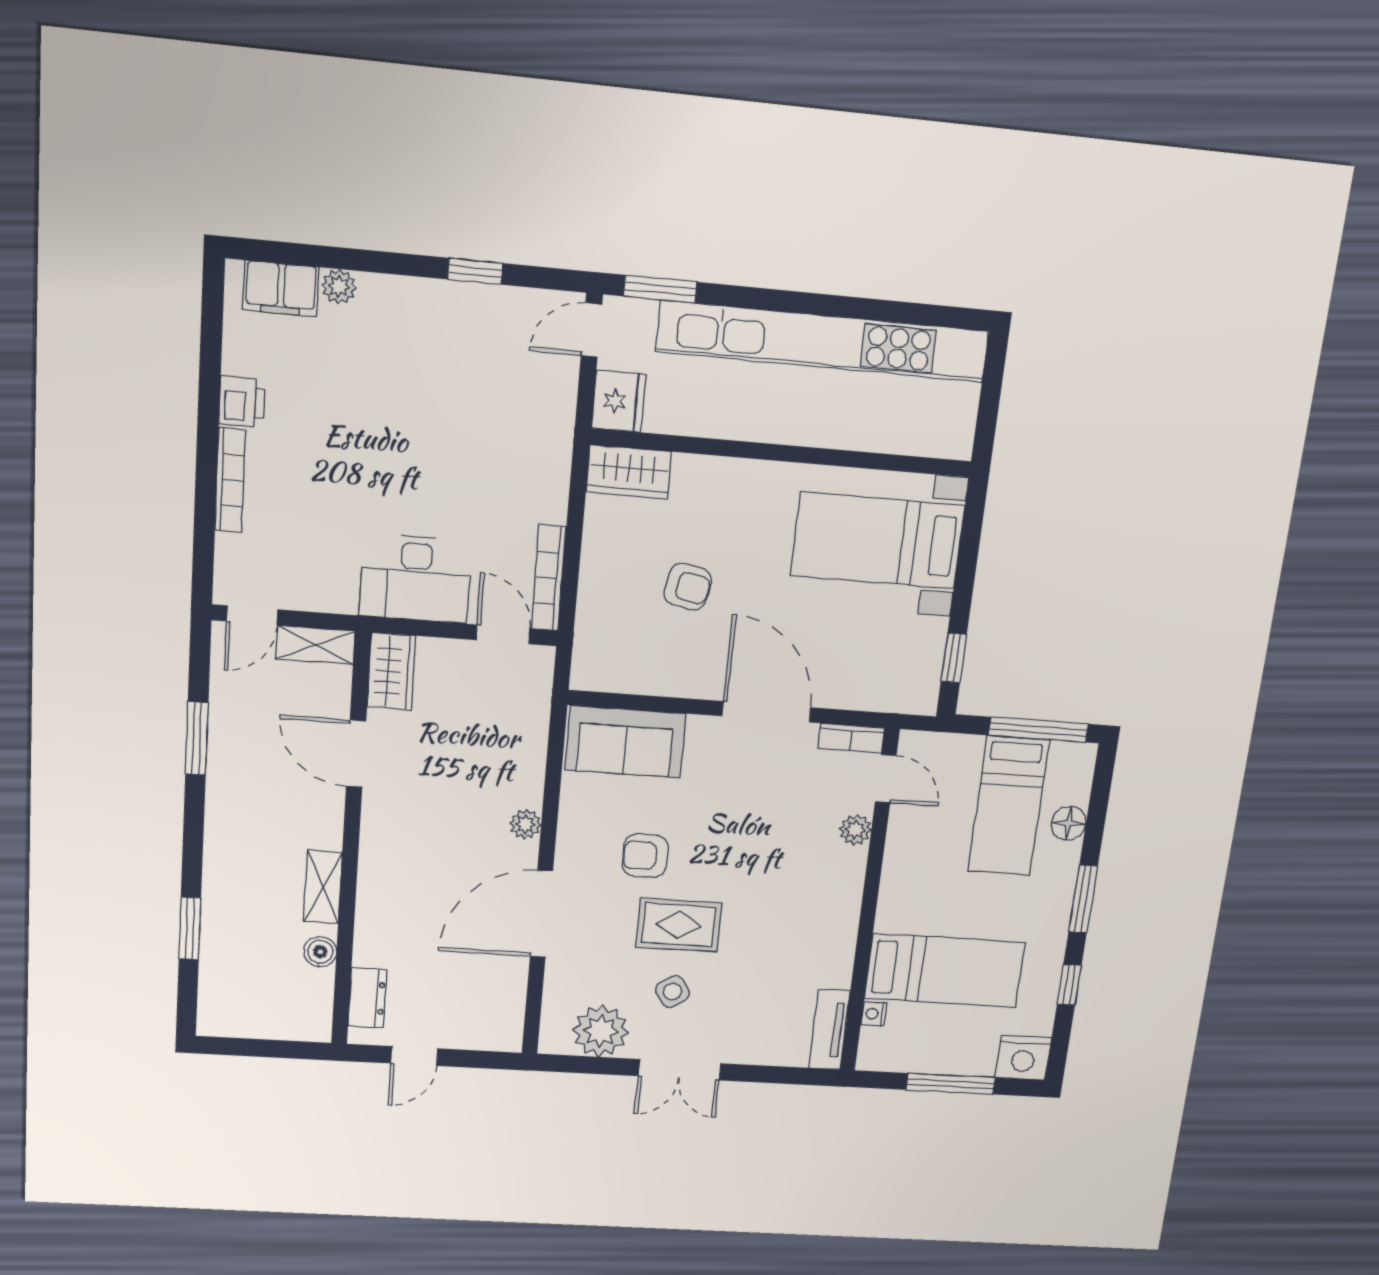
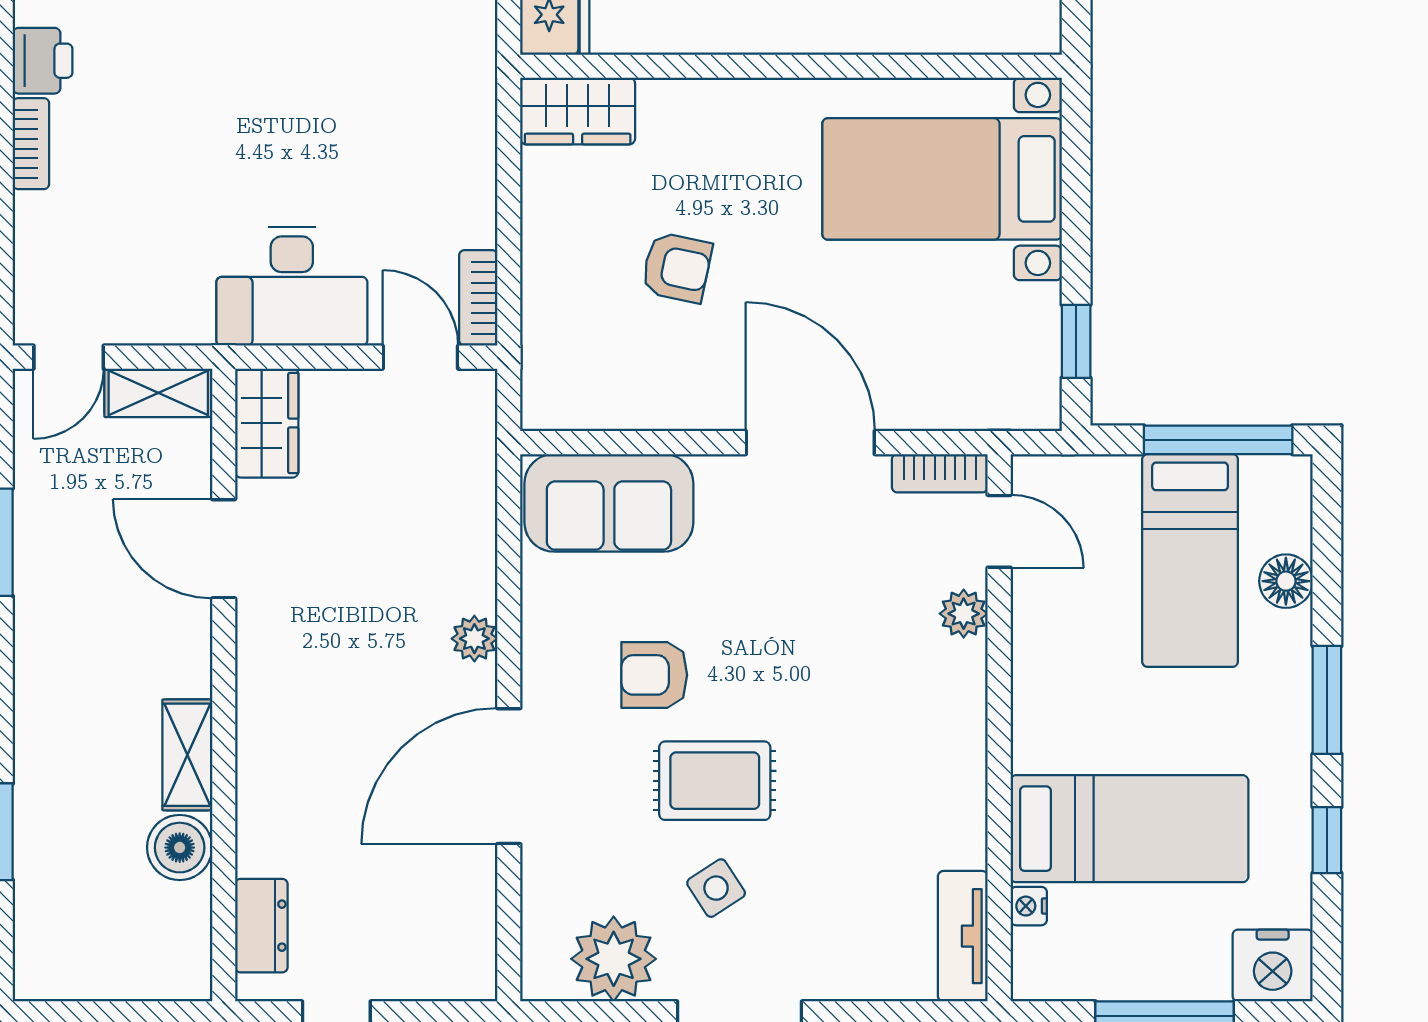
bookcase: (230, 480) -> (31, 144), width x0.64
bookcase: (549, 578) -> (478, 298), width x0.64
boiler: (320, 952) -> (180, 848), width x1.36, depth x1.36

